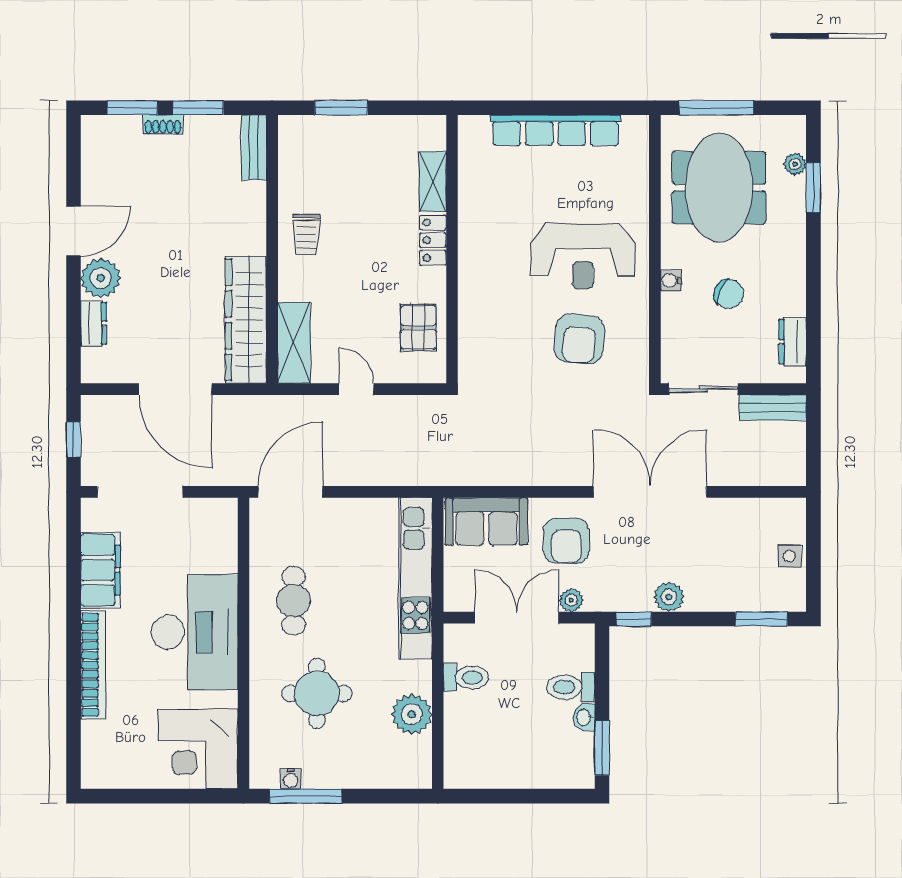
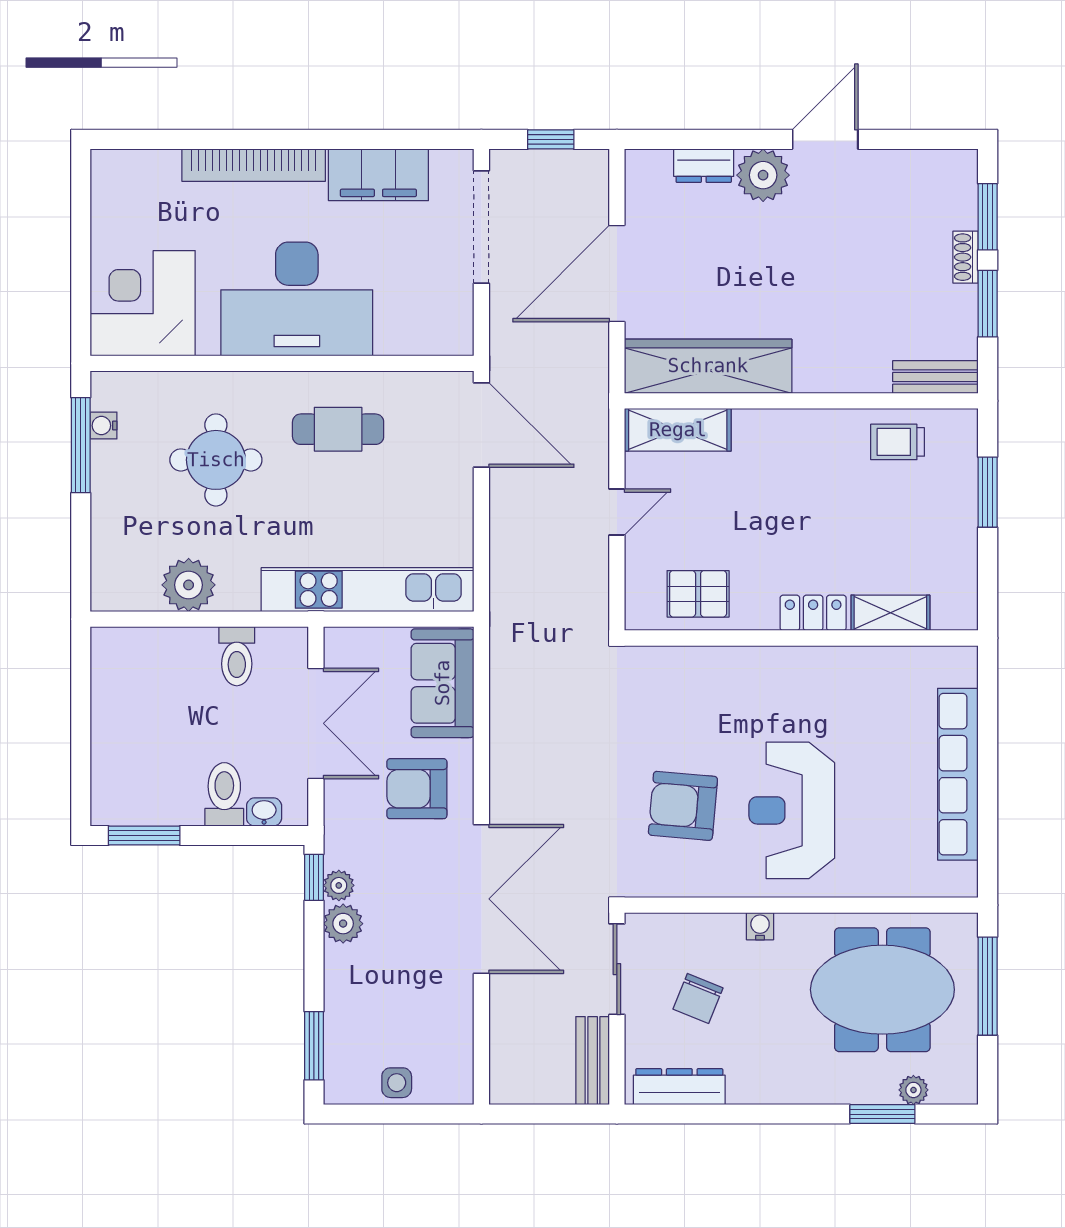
door: (74, 231) -> (825, 139), swing flipped
trolley: (306, 235) -> (898, 442), moved
chair: (729, 294) -> (698, 998), moved
dresser: (793, 342) -> (679, 1087), width x1.44
plant: (571, 600) -> (339, 885), moved
washbasin: (584, 717) -> (264, 812), moved

